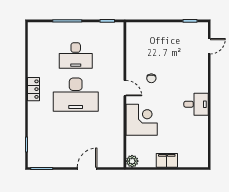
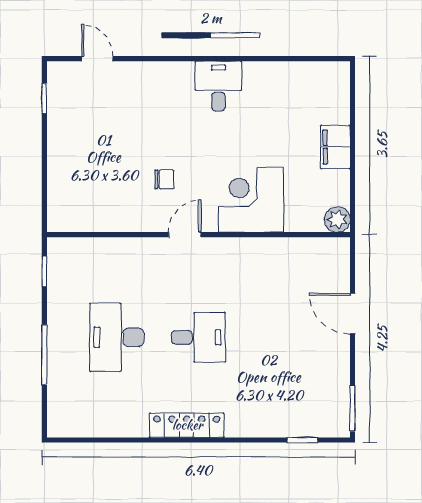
desk: (76, 56) -> (117, 337), turned 180
locker: (34, 89) -> (187, 425), width x1.53
desk: (76, 95) -> (198, 337), width x0.53, depth x0.77

